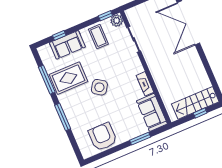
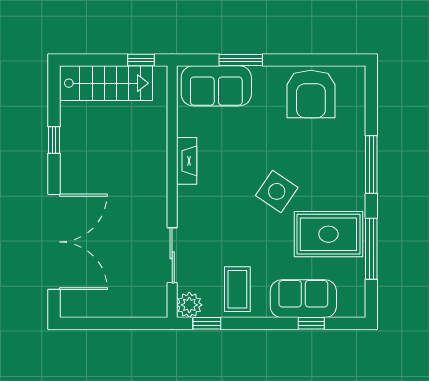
window: (208, 68) -> (54, 140), added
sofa: (152, 112) -> (216, 86), moved, turned 90
window: (200, 113) -> (141, 60), moved

